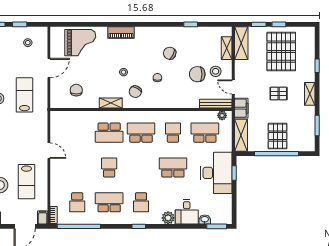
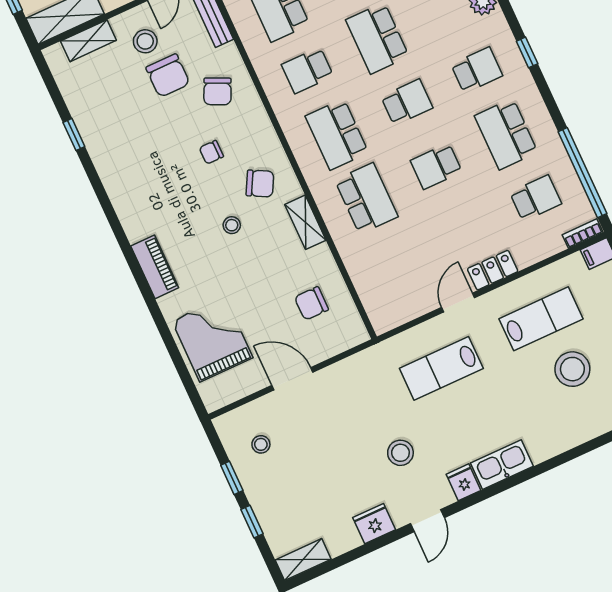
chair: (170, 53) -> (217, 91), moved
lab bench: (24, 95) -> (441, 368), moved
school desk: (141, 167) -> (407, 102), added
locker: (56, 171) -> (493, 270), added

